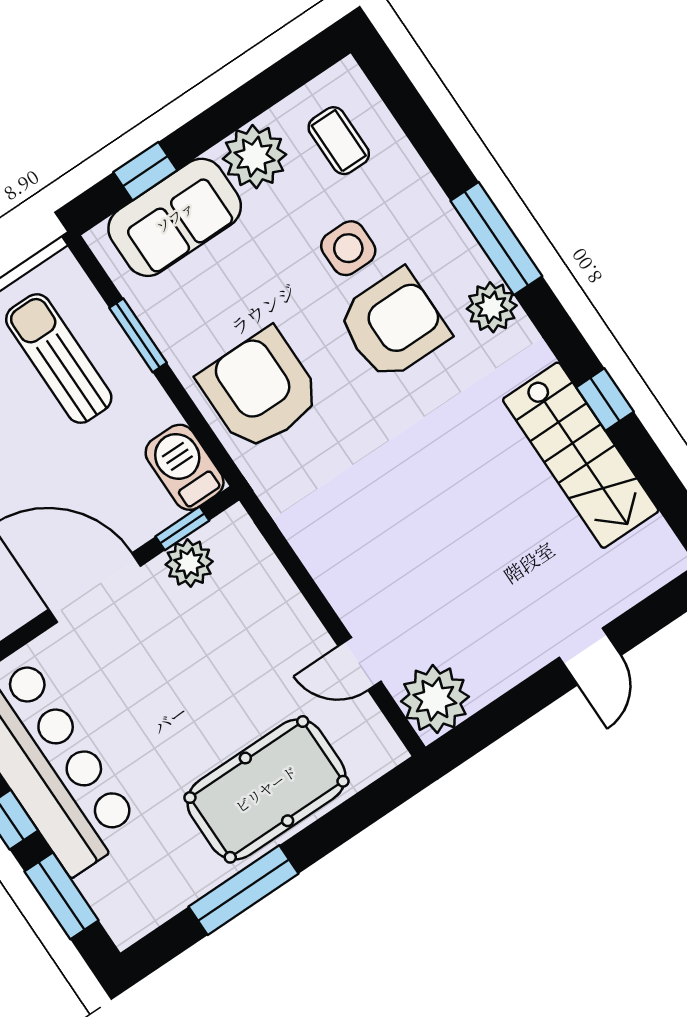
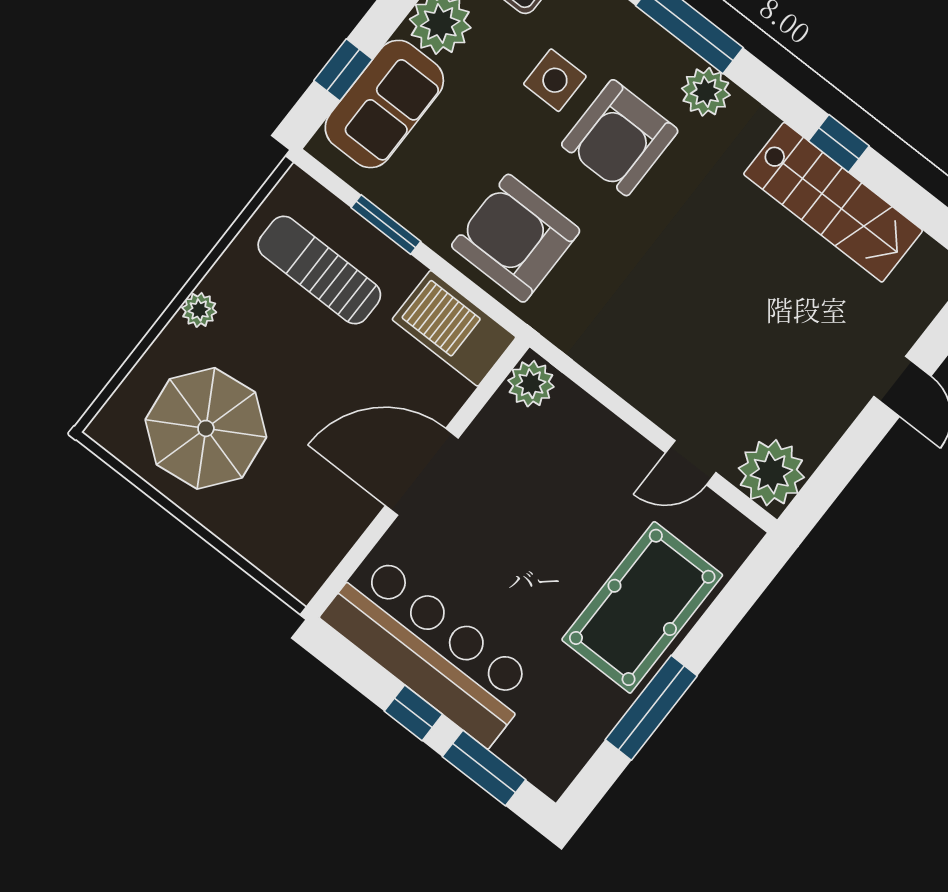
armchair: (393, 325) -> (620, 138), turned 180
barbecue: (185, 467) -> (454, 328), width x1.37, depth x1.21
window: (182, 528) -> (485, 390), removed
plant: (189, 563) -> (531, 384), moved

